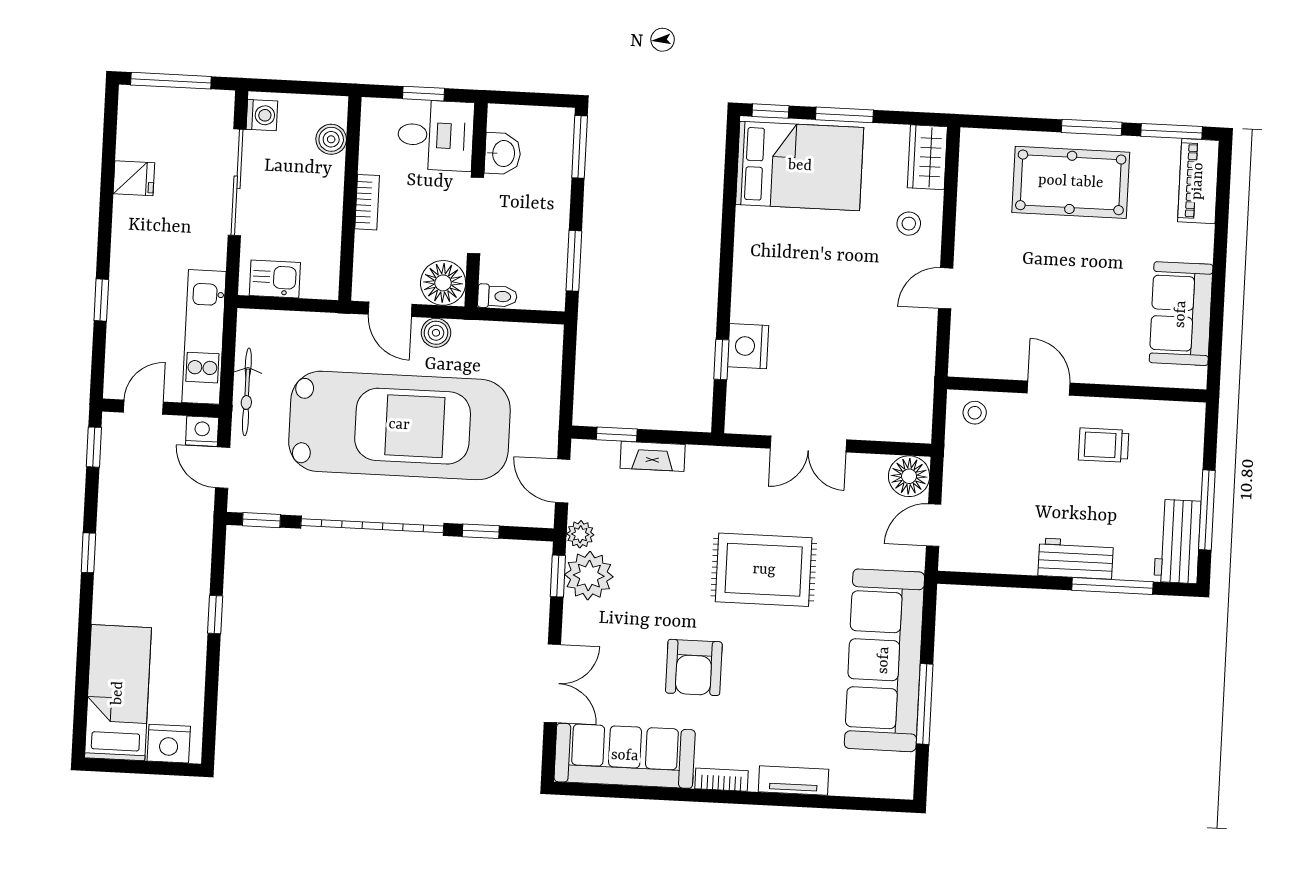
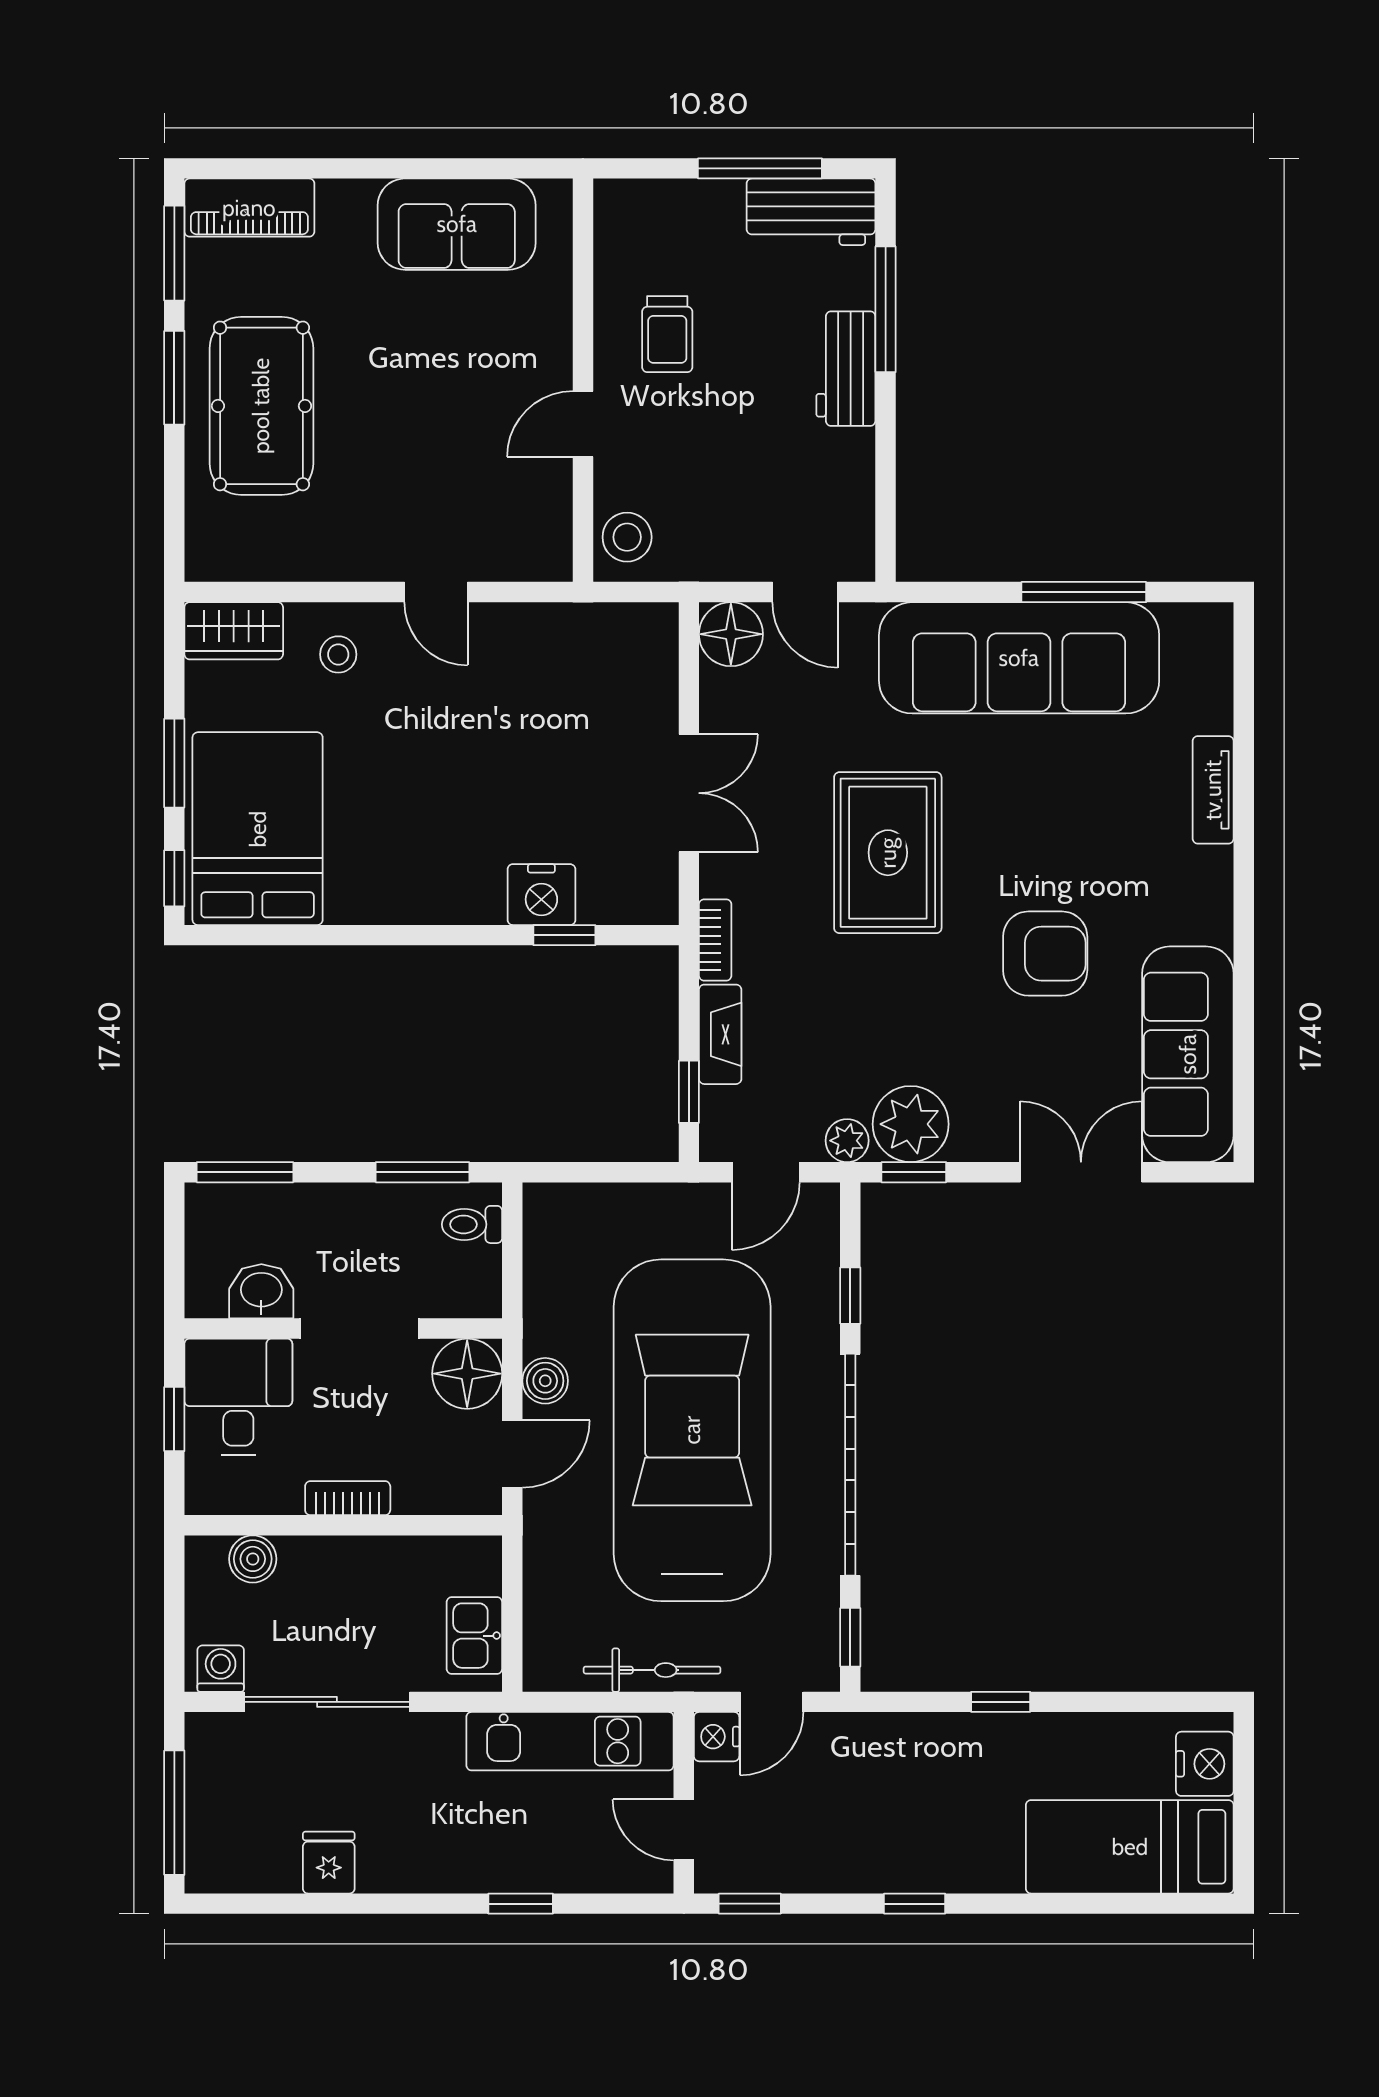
toilet: (497, 296) -> (472, 1224), moved, turned -90
stool: (975, 413) -> (627, 537), width x1.37, depth x1.37
bookcase: (721, 780) -> (715, 940), moved, turned 180

